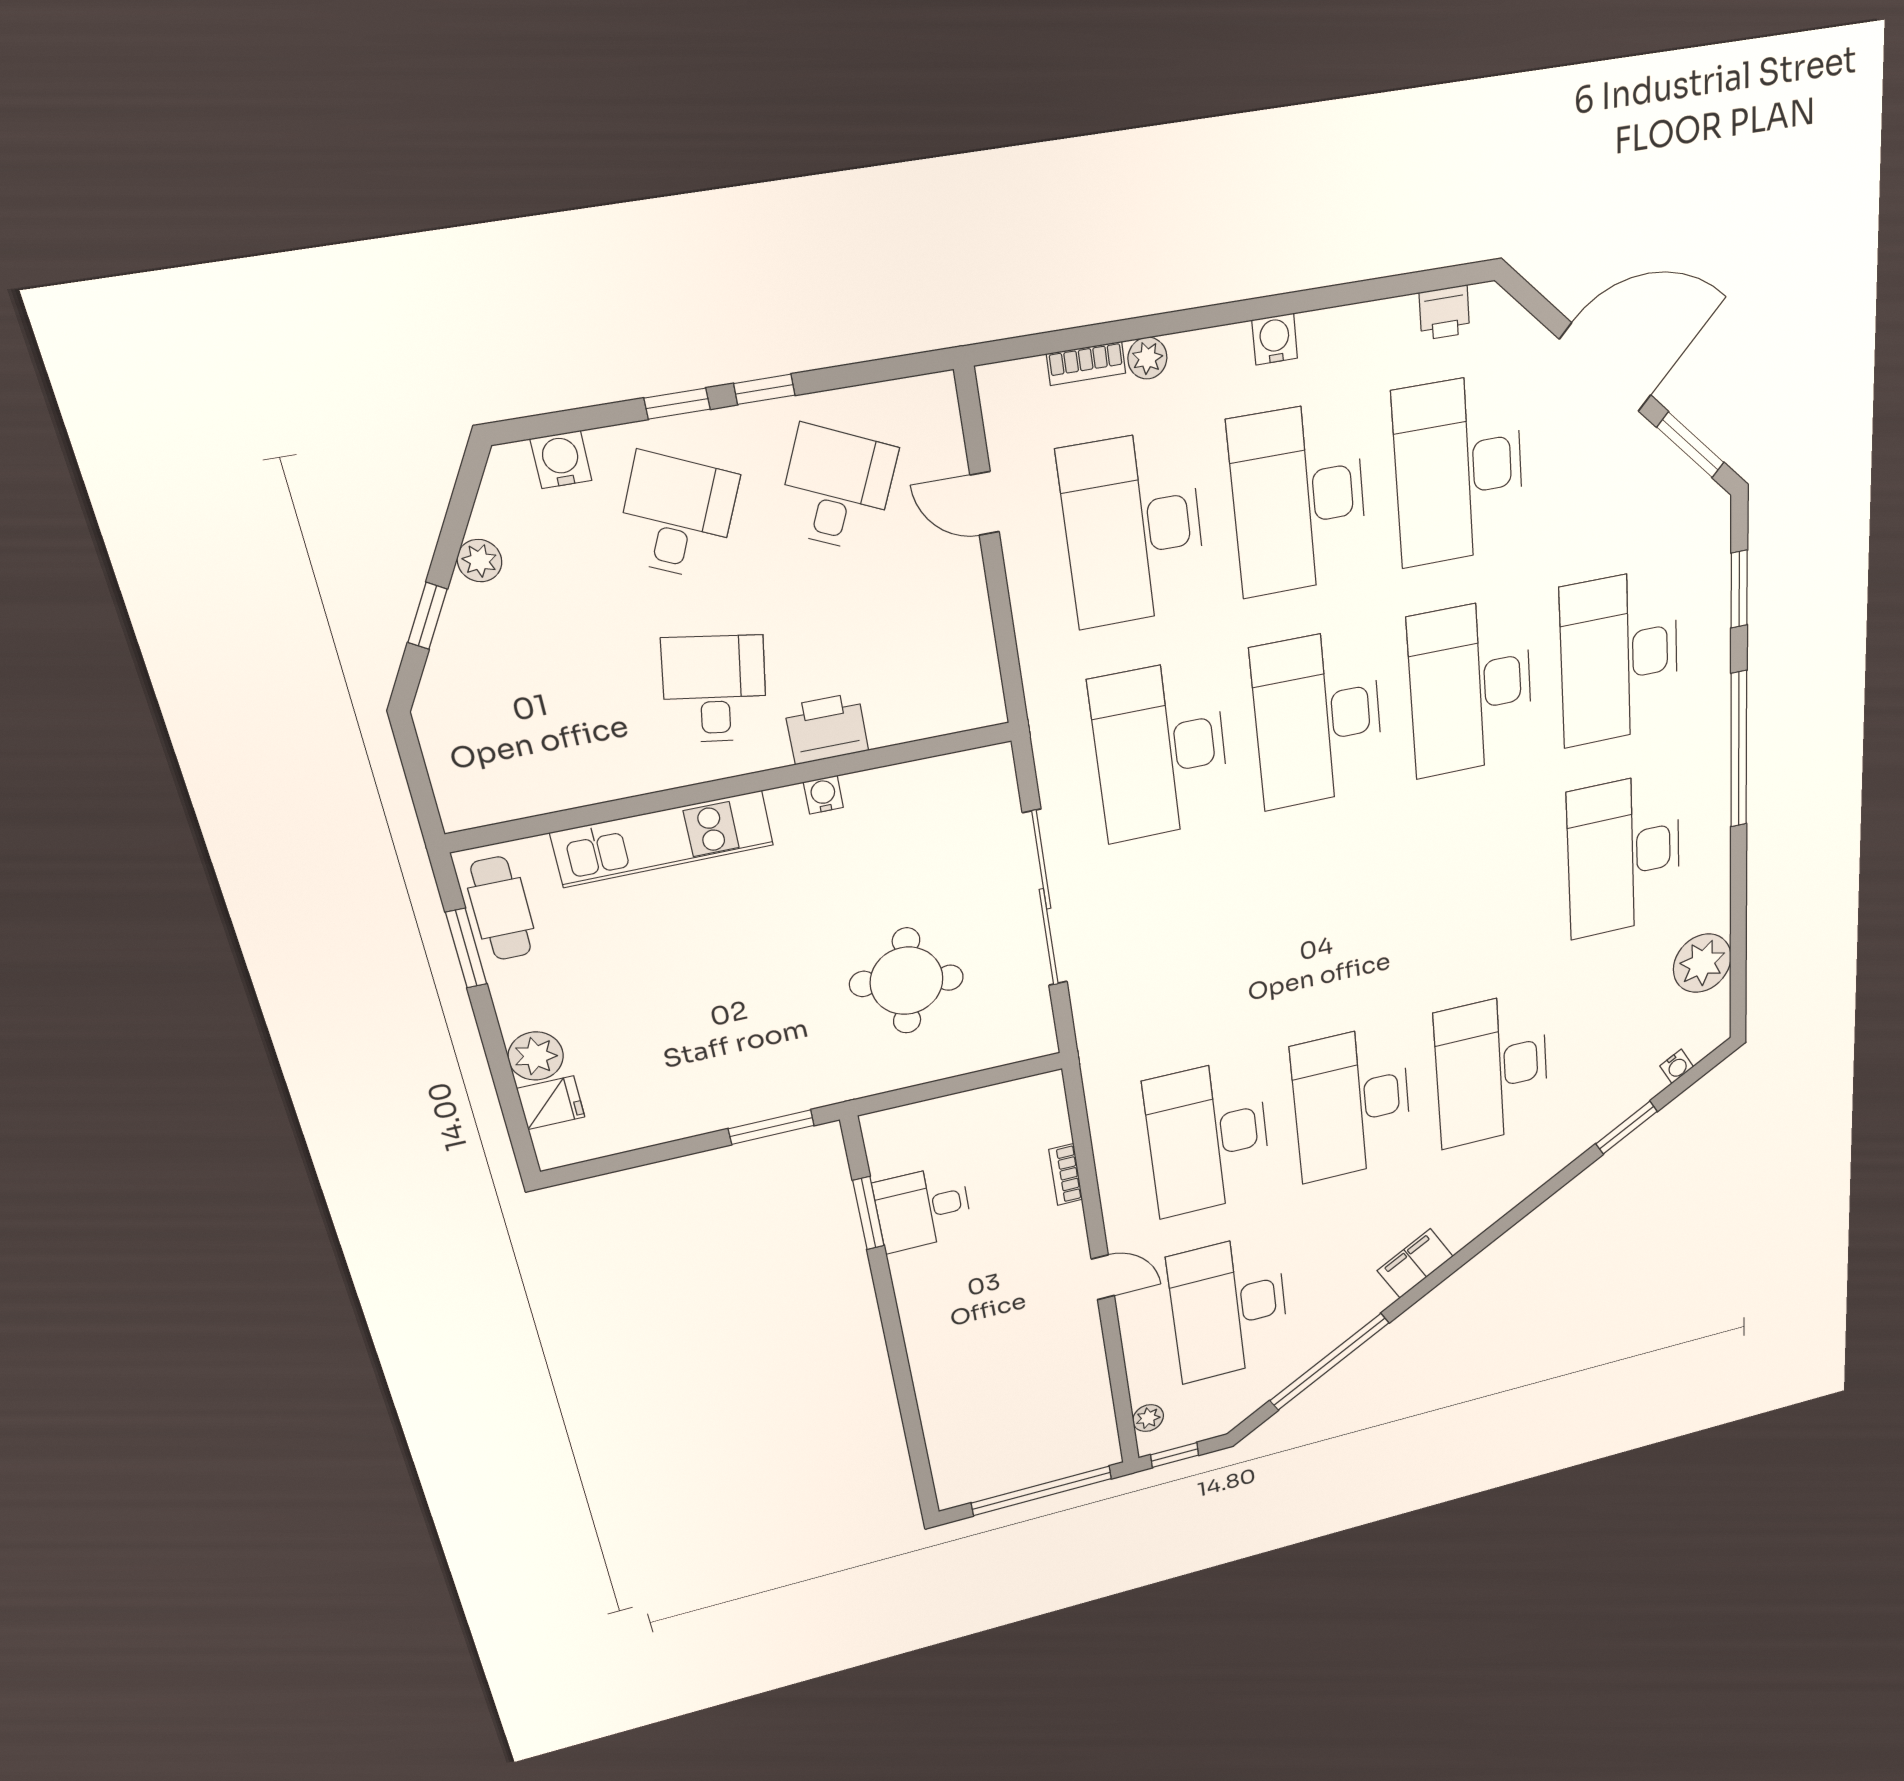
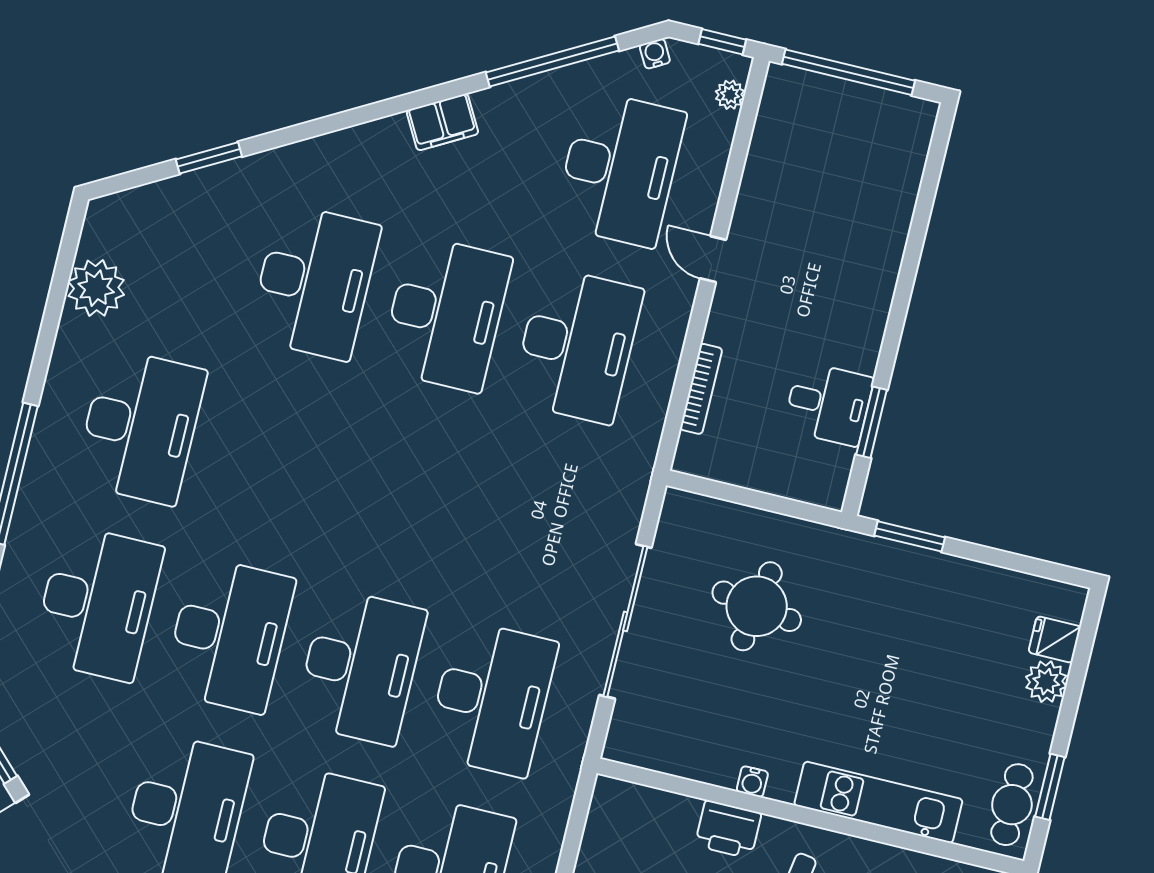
water cooler: (1677, 1066) -> (655, 54), moved
bookcase: (1066, 1175) -> (701, 389), width x1.56

